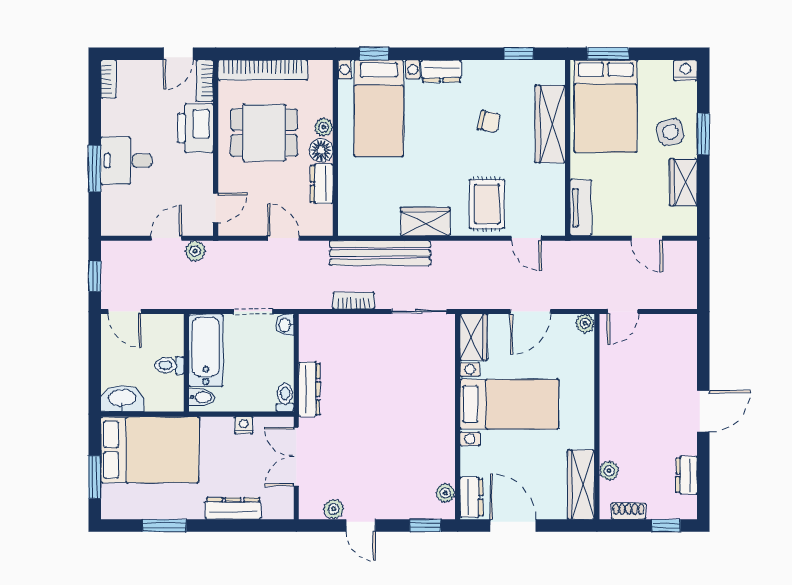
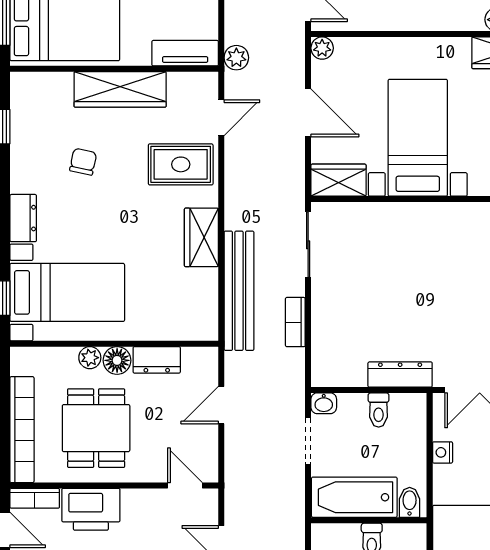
wardrobe: (550, 124) -> (120, 89), moved
plant: (195, 251) -> (236, 58), moved
toilet: (285, 397) -> (379, 410), moved, turned -90

